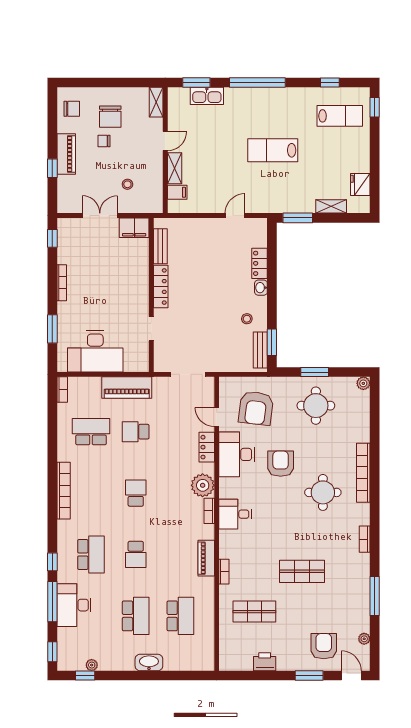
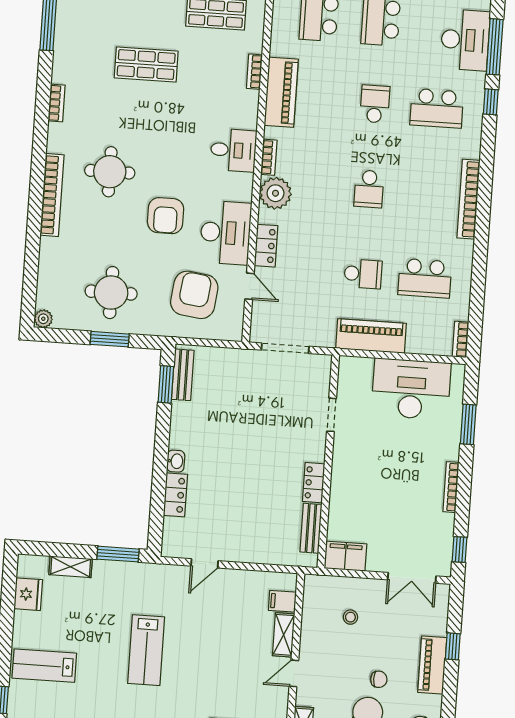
lab bench: (340, 116) -> (44, 666), moved
lab bench: (273, 150) -> (146, 650), turned 90
double door: (100, 216) -> (412, 578), moved
locker: (161, 286) -> (314, 483), width x0.66
stool: (247, 319) -> (198, 419), removed
school desk: (91, 554) -> (437, 108), turned -90
piano: (206, 558) -> (281, 92), width x1.37, depth x1.33

